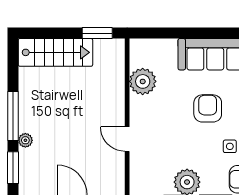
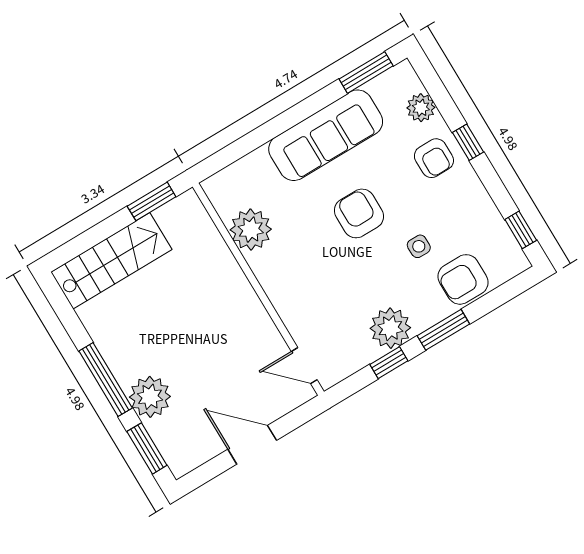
door: (127, 139) -> (304, 366), moved
plant: (25, 140) -> (150, 397), width x1.88, depth x1.88

